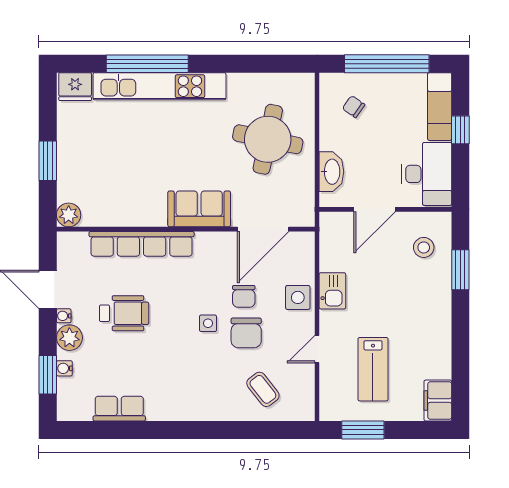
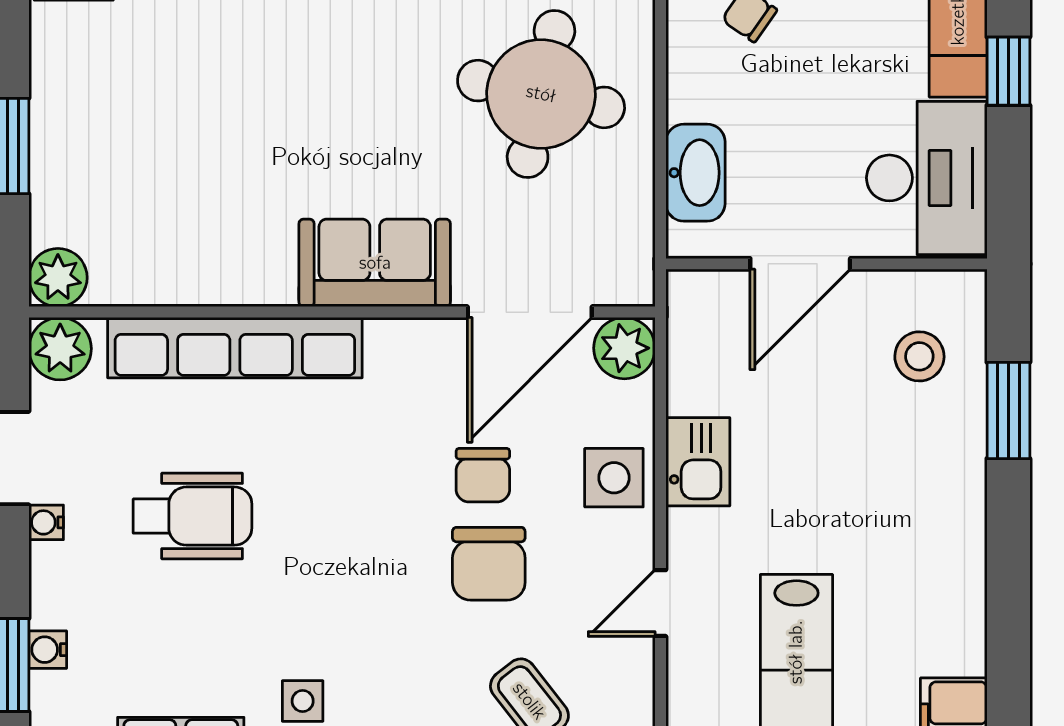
plant: (302, 244) -> (624, 348), added
side table: (208, 323) -> (303, 701), moved
plant: (69, 338) -> (60, 349), moved

